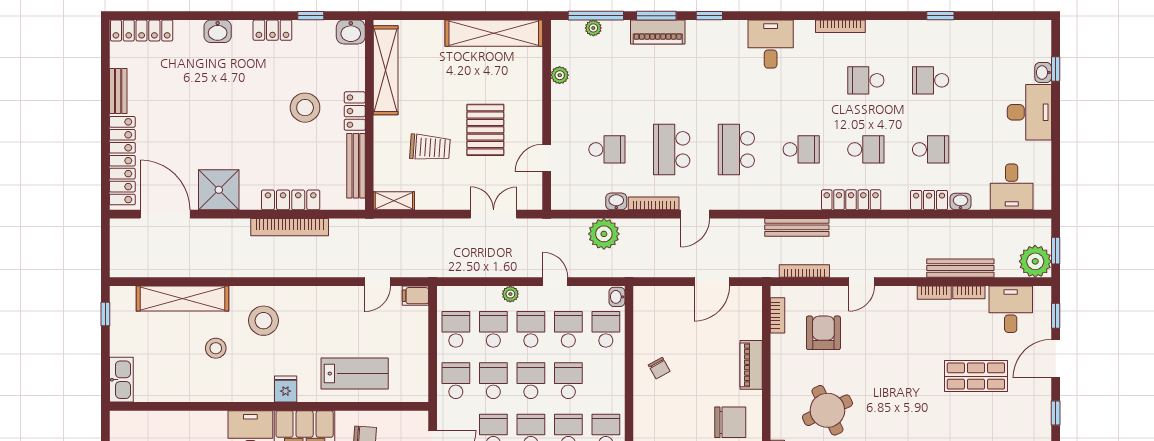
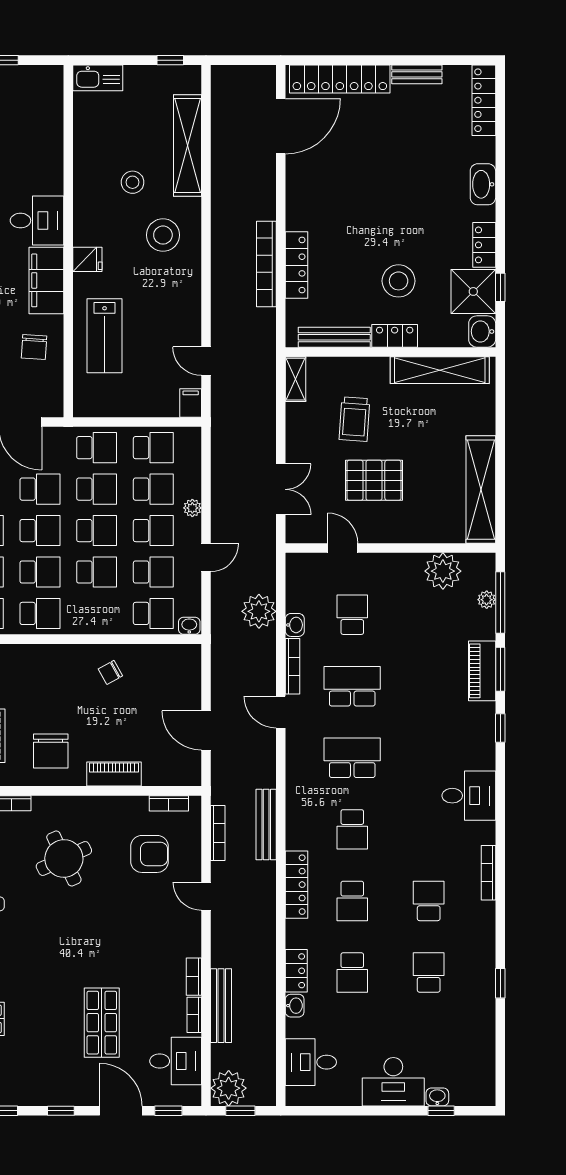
washbasin: (218, 31) -> (483, 184), width x1.38
plant: (560, 75) -> (443, 571), width x1.87, depth x1.87
school desk: (607, 149) -> (352, 615), turned 180
shower: (219, 190) -> (473, 291), moved

